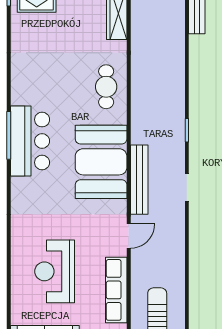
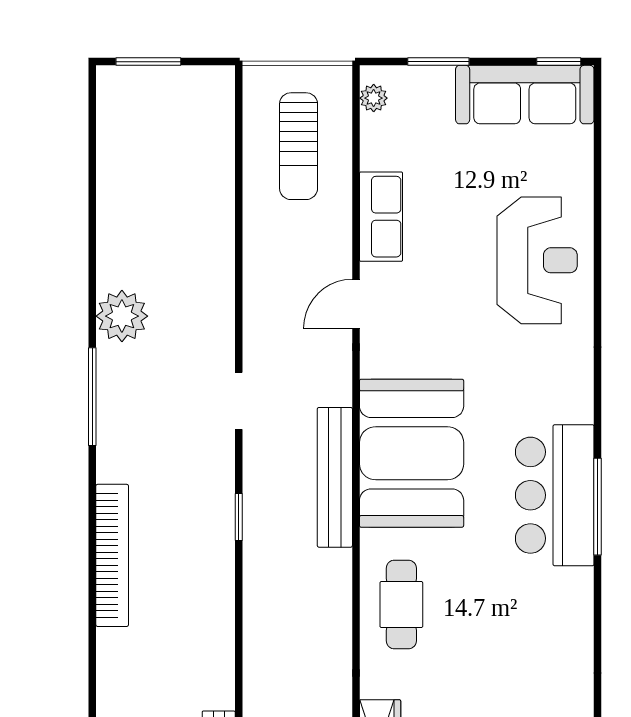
bench: (139, 180) -> (335, 477), moved
reception desk: (55, 271) -> (537, 260), moved
row of seats: (116, 290) -> (381, 217), width x0.68

